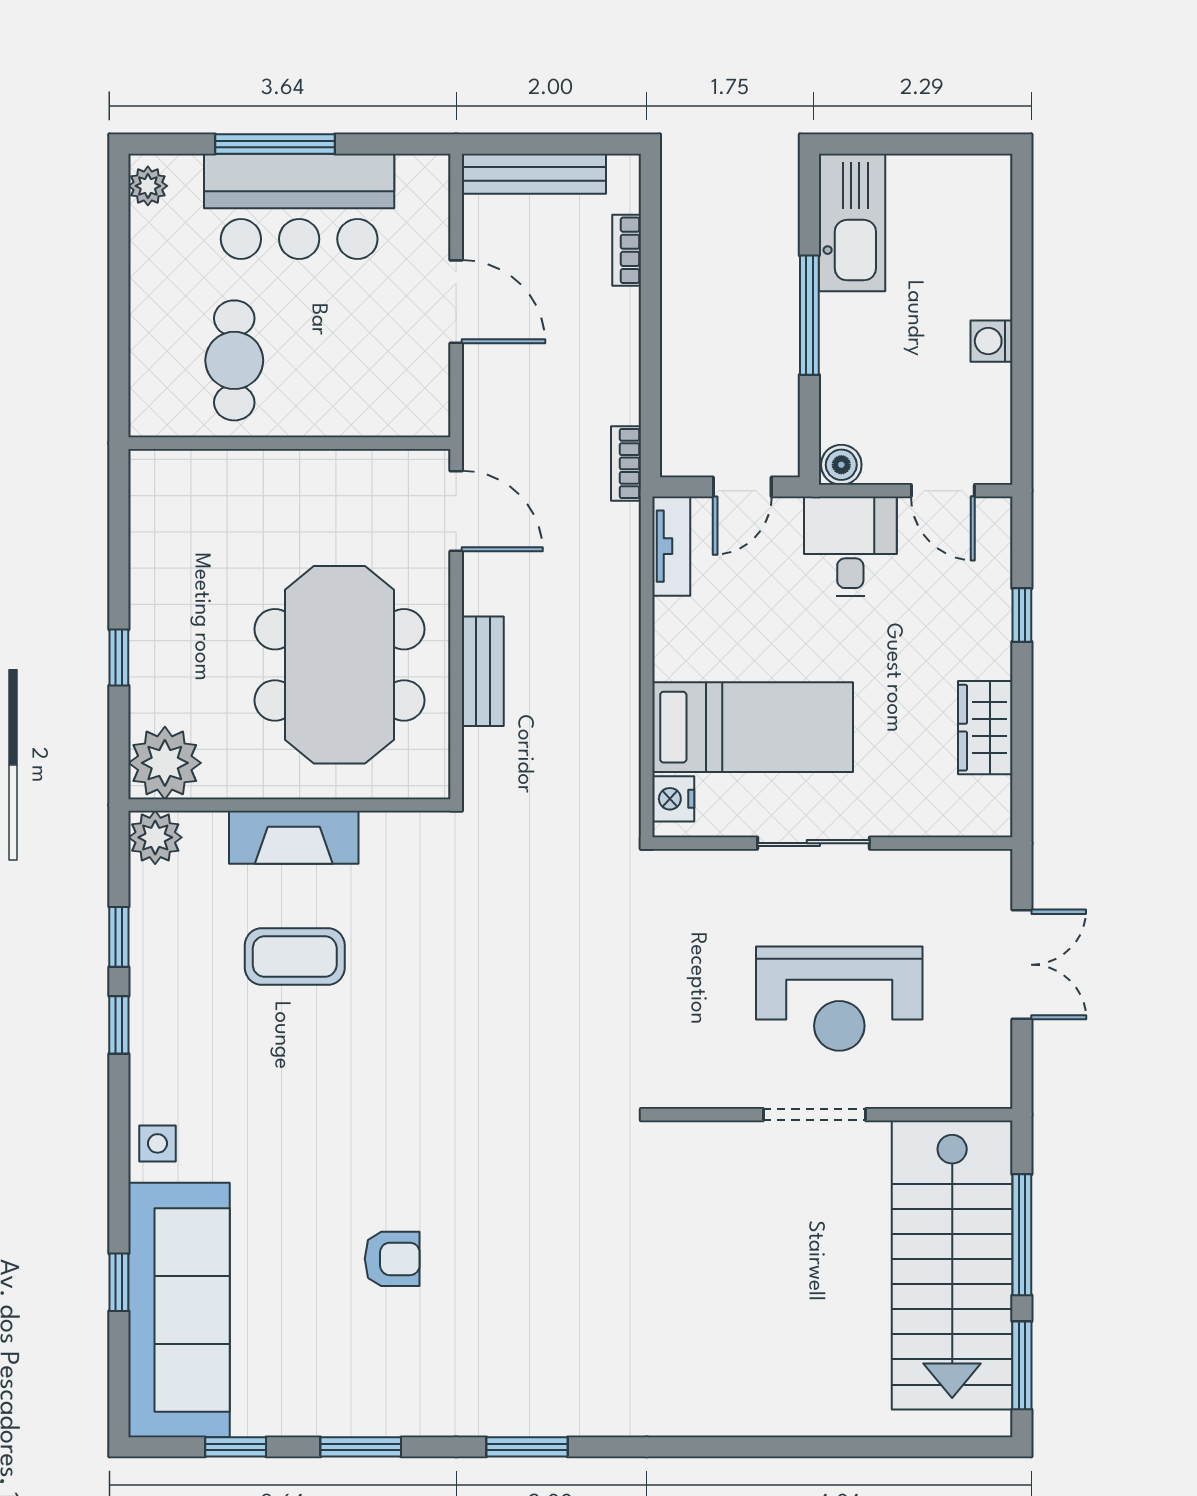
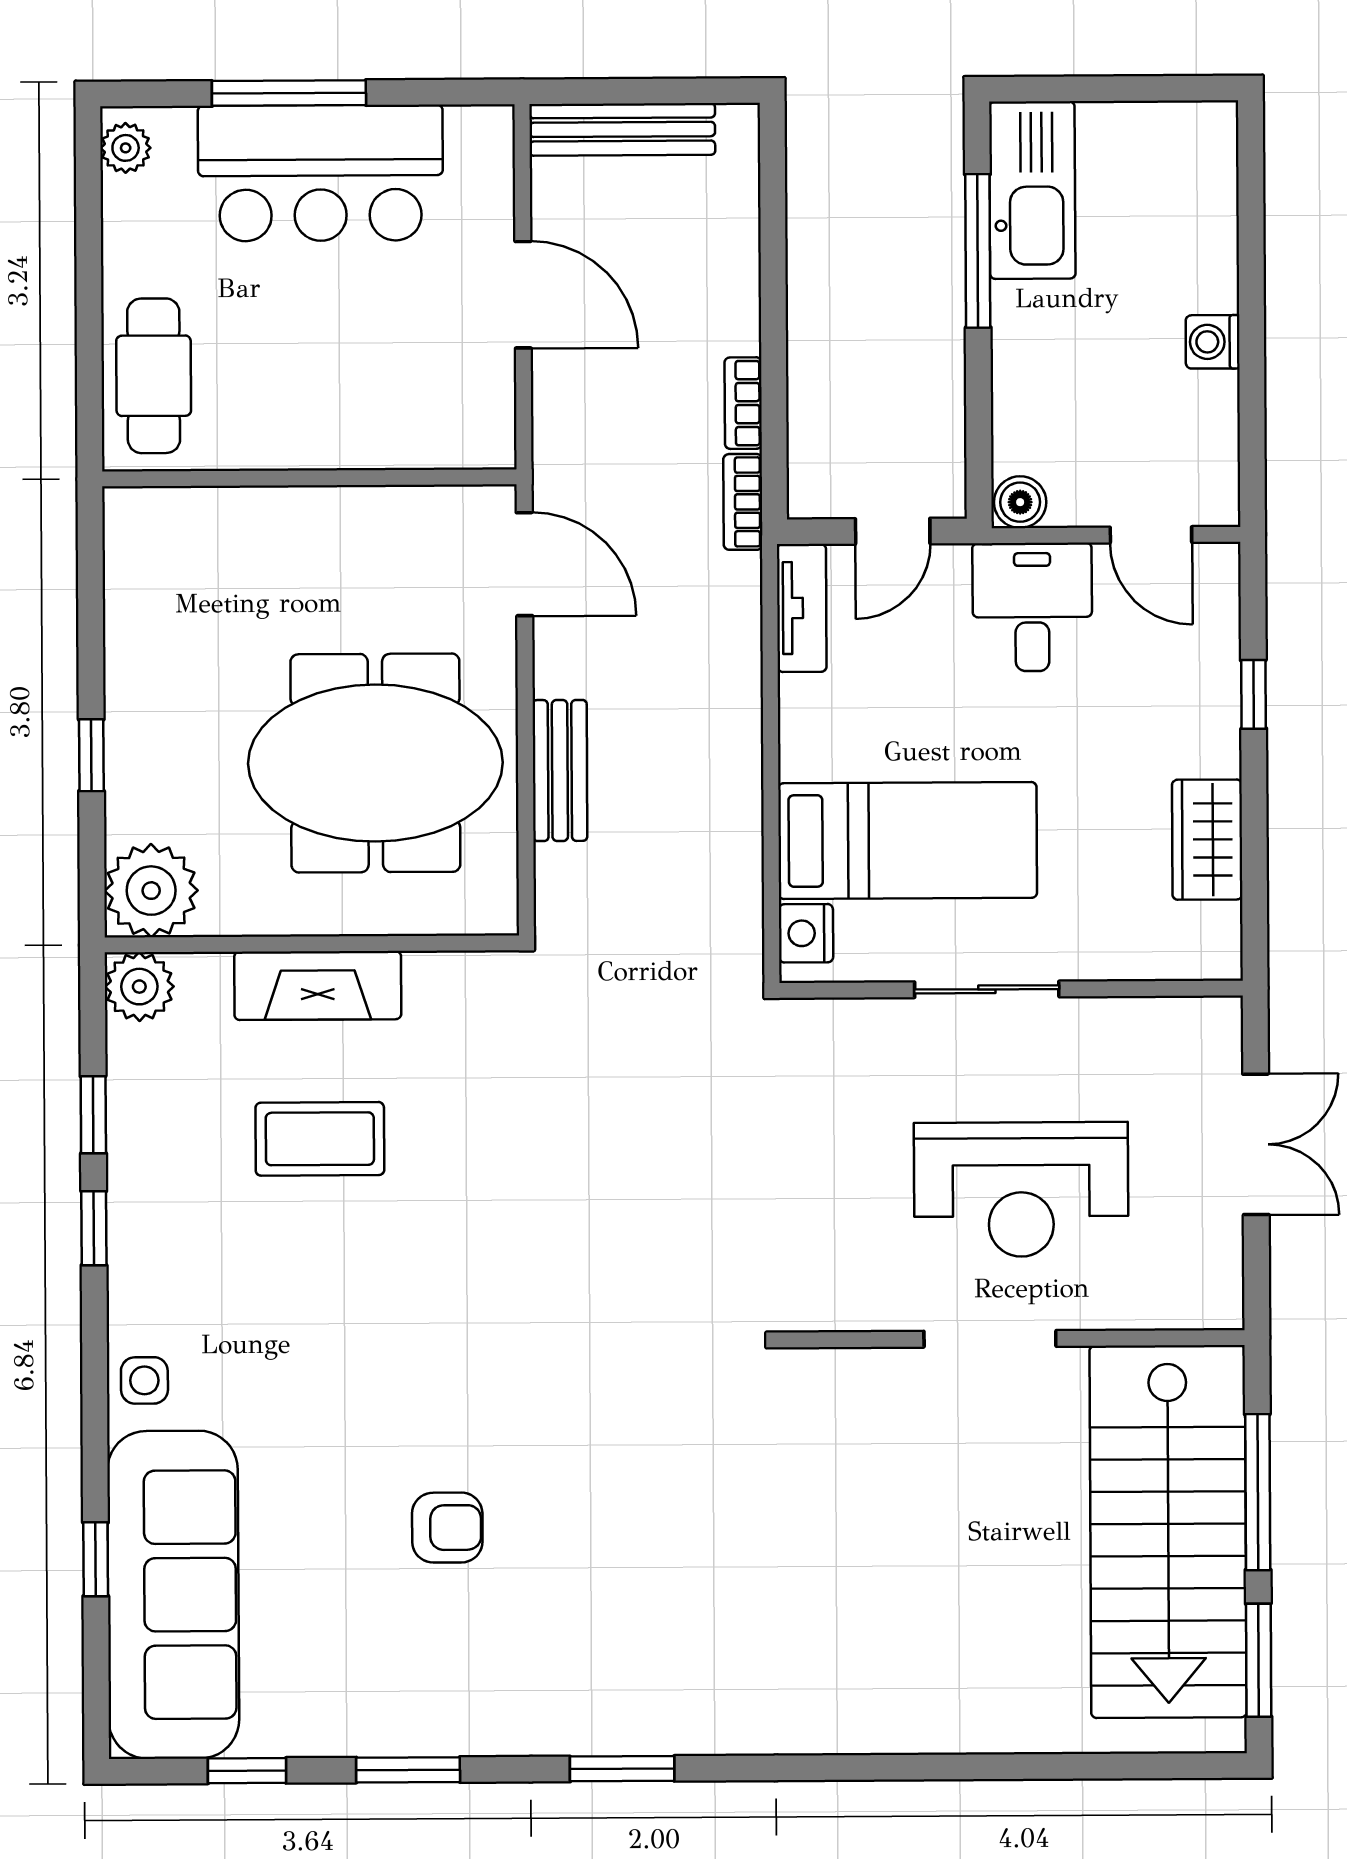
bookcase: (627, 250) -> (743, 403), moved
window: (809, 315) -> (978, 251), moved
cafe table: (234, 360) -> (154, 376), moved
meeting table: (339, 665) -> (375, 763), turned 90

